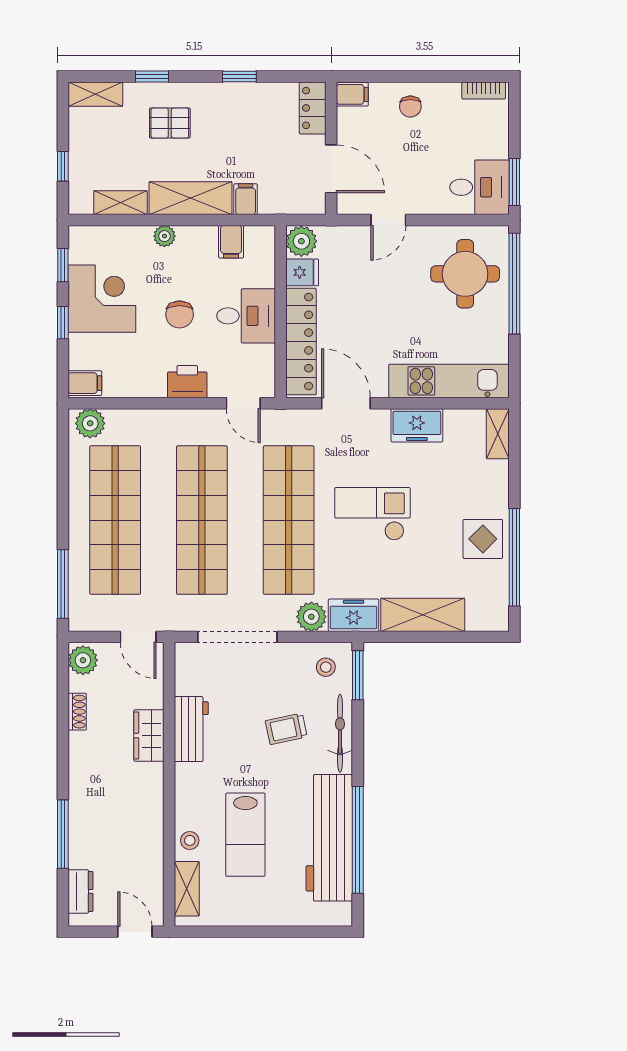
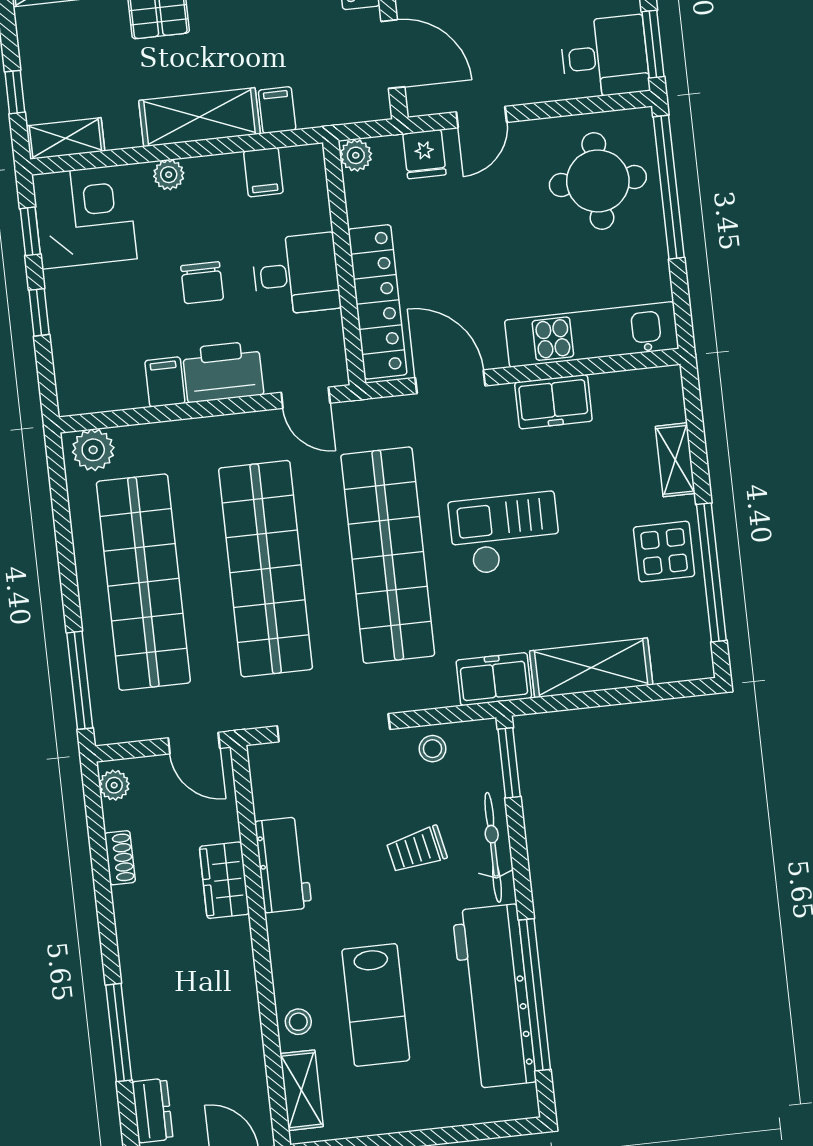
shelving: (120, 203) -> (65, 138), moved
plant: (301, 241) -> (356, 155), width x0.73, depth x0.73
fridge: (302, 272) -> (424, 154), moved, turned 90
corner desk: (102, 299) -> (84, 217), moved
printer: (187, 382) -> (223, 372), width x1.37, depth x1.19
filing cabinet: (85, 383) -> (165, 382), moved, turned -90
shelving: (498, 434) -> (675, 460), moved
plant: (311, 617) -> (435, 688), removed
plant: (83, 660) -> (114, 785), width x0.73, depth x0.73
stool: (326, 667) -> (433, 749), moved

